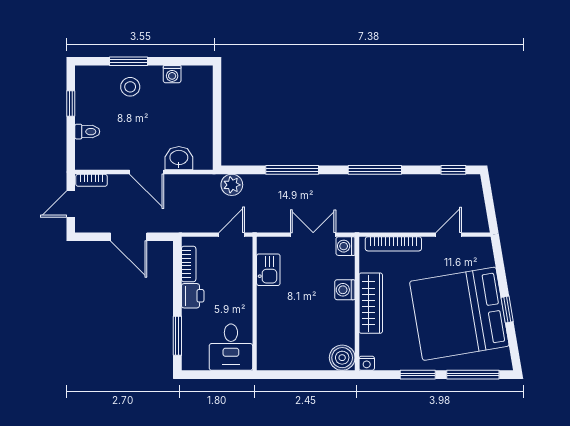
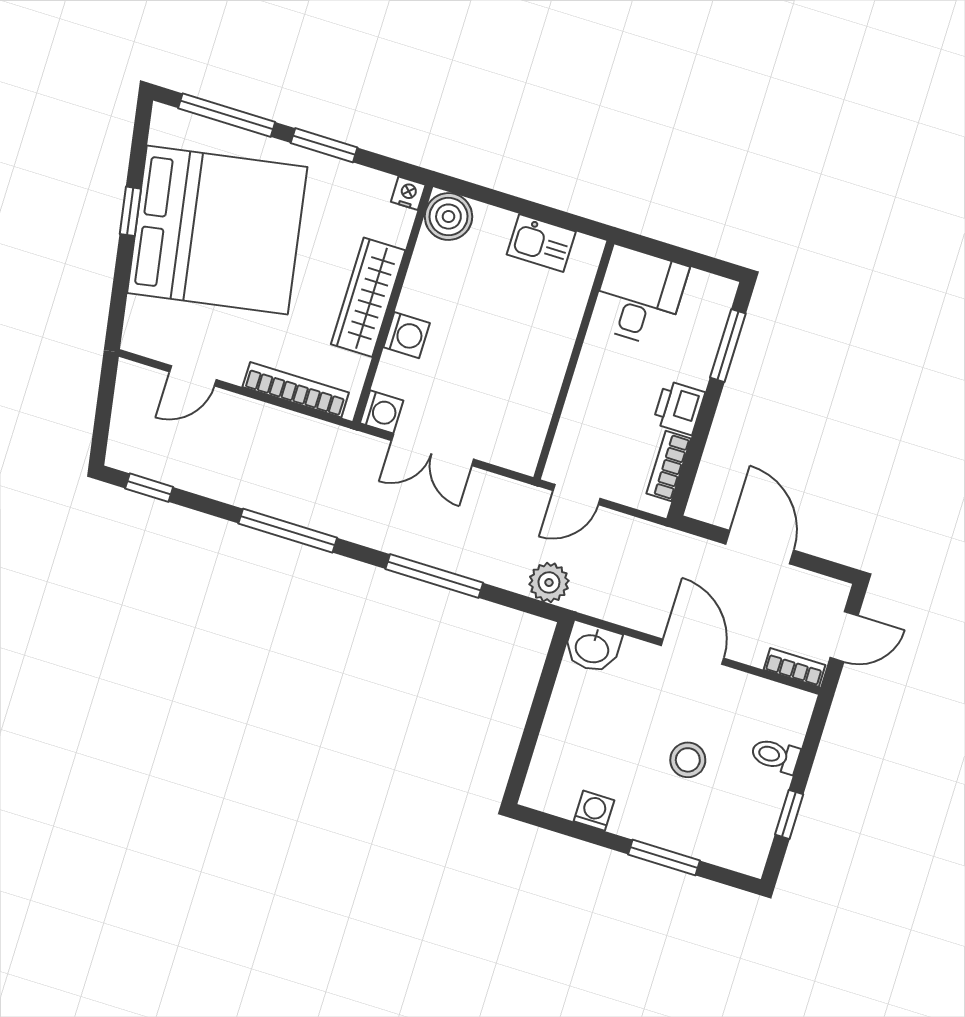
stool: (130, 87) -> (688, 760), moved
washbasin: (179, 158) -> (592, 647), moved
kitchen sink: (268, 270) -> (541, 243), moved, turned -90

